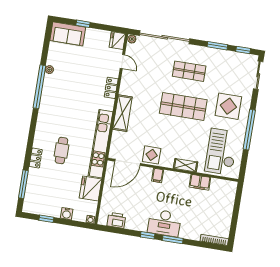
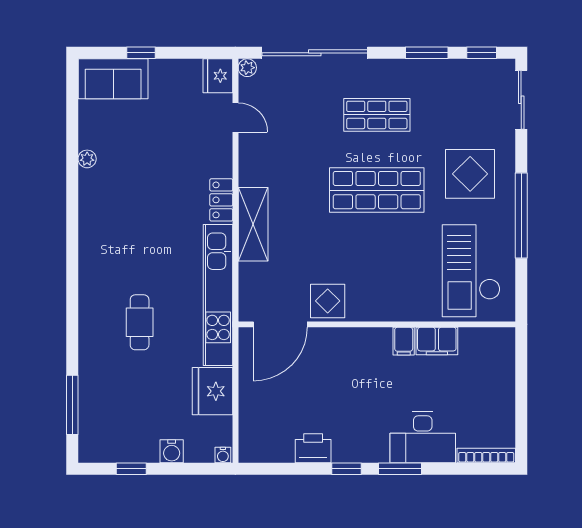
window: (39, 87) -> (72, 198), removed
locker: (111, 88) -> (221, 200), moved
locker: (36, 158) -> (89, 347), removed
shelving: (186, 165) -> (401, 311), removed
filing cabinet: (158, 175) -> (404, 341), moved
printer: (116, 220) -> (313, 448), moved
desk: (164, 223) -> (423, 437), moved

